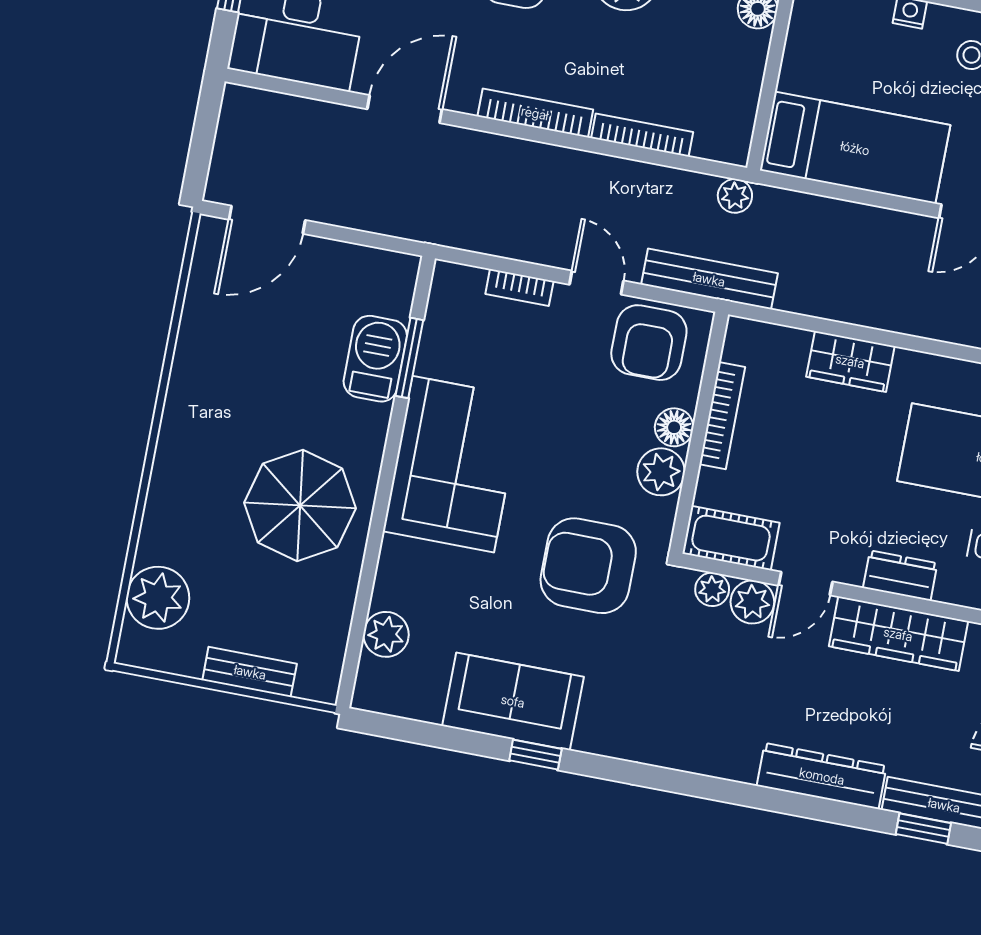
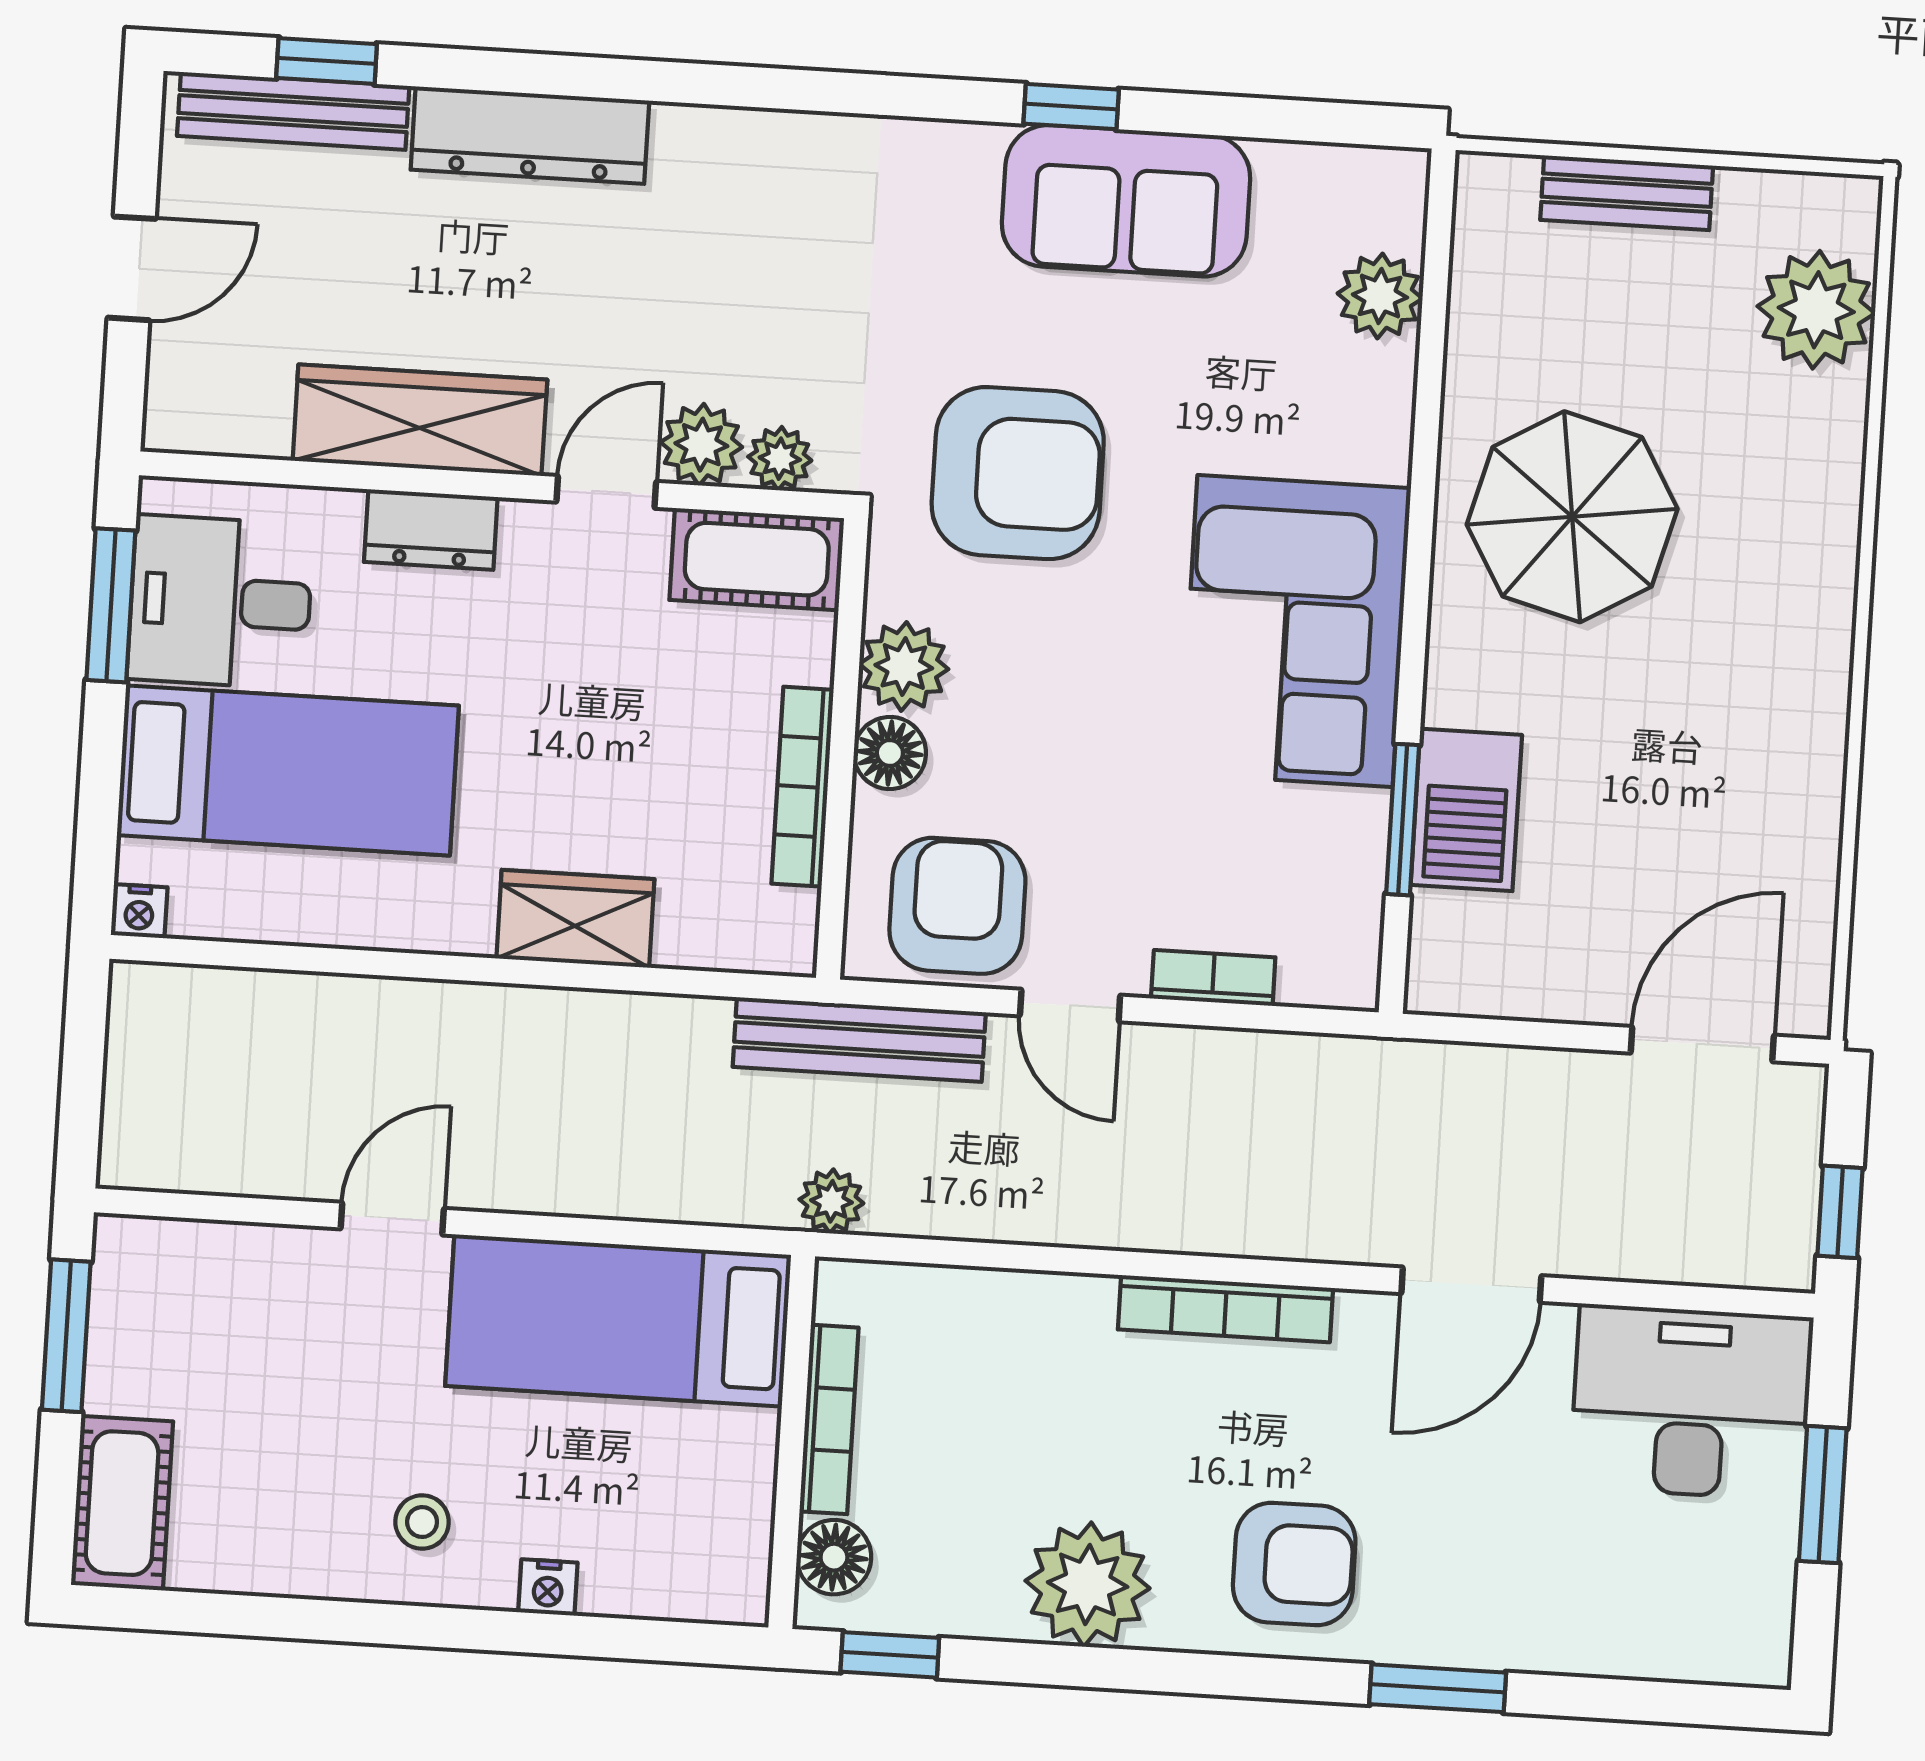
window: (206, 122) -> (1840, 1212), added
bookcase: (642, 135) -> (829, 1419), moved, turned -90

